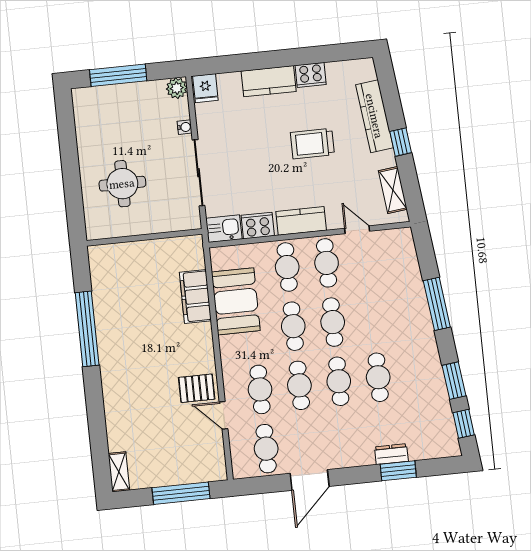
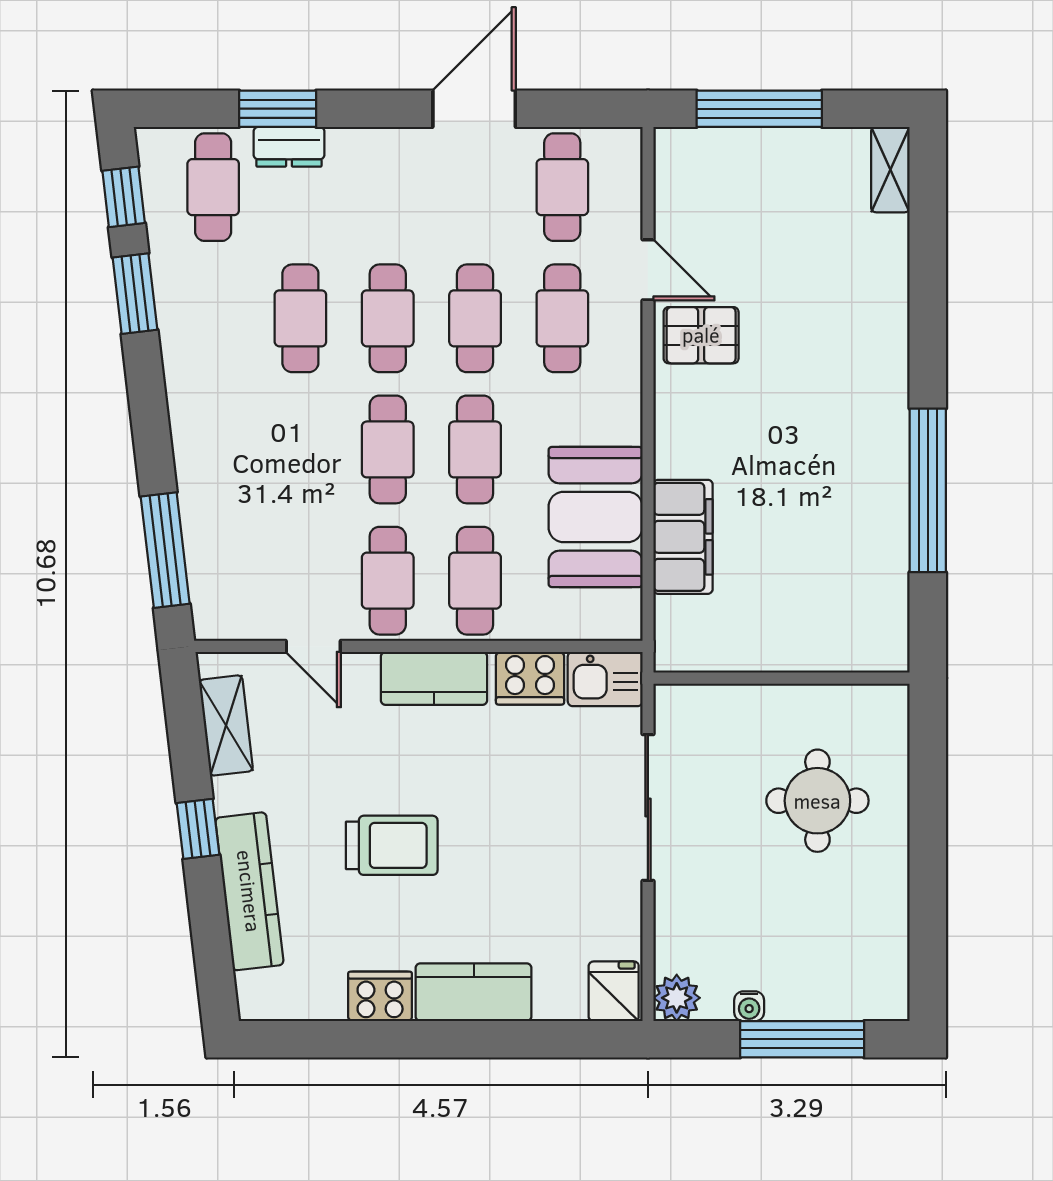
water cooler: (185, 127) -> (749, 1006), moved, turned -90
window: (437, 304) -> (165, 550), moved
cafe table: (424, 432) -> (213, 187), added

